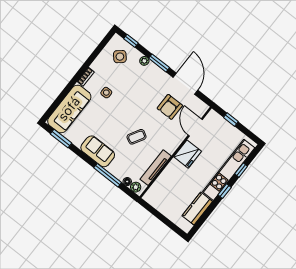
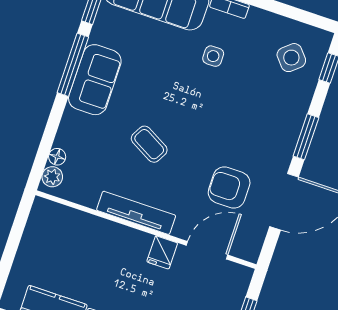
plant: (144, 61) -> (300, 107), removed
fridge: (188, 154) -> (162, 252), width x0.53, depth x0.75
tv unit: (156, 168) -> (136, 213), moved
window: (108, 175) -> (73, 65), moved

